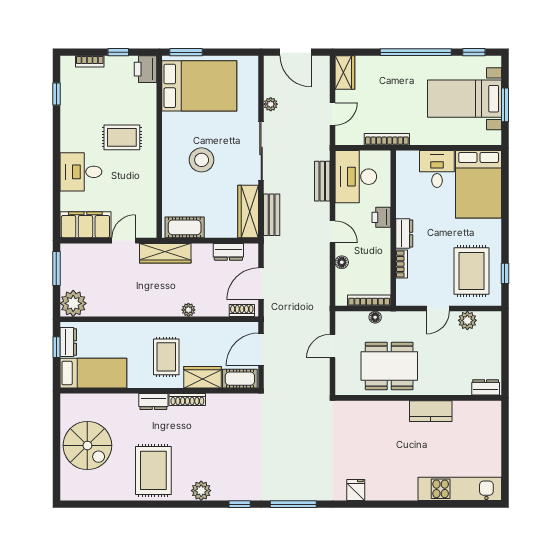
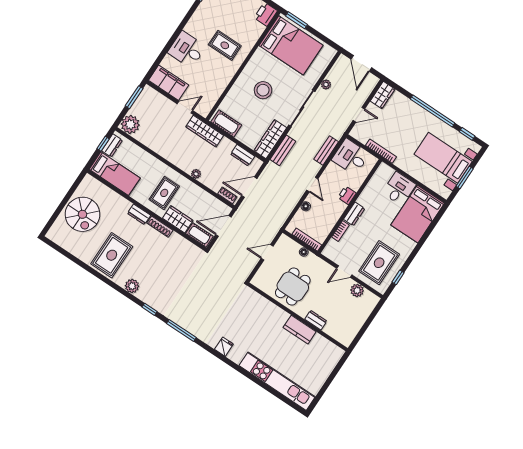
desk: (356, 177) -> (351, 157), width x0.73
dining table: (389, 366) -> (293, 287), width x0.73
dresser: (486, 387) -> (316, 320), moved
kitchen unit: (460, 489) -> (277, 381), width x1.36

